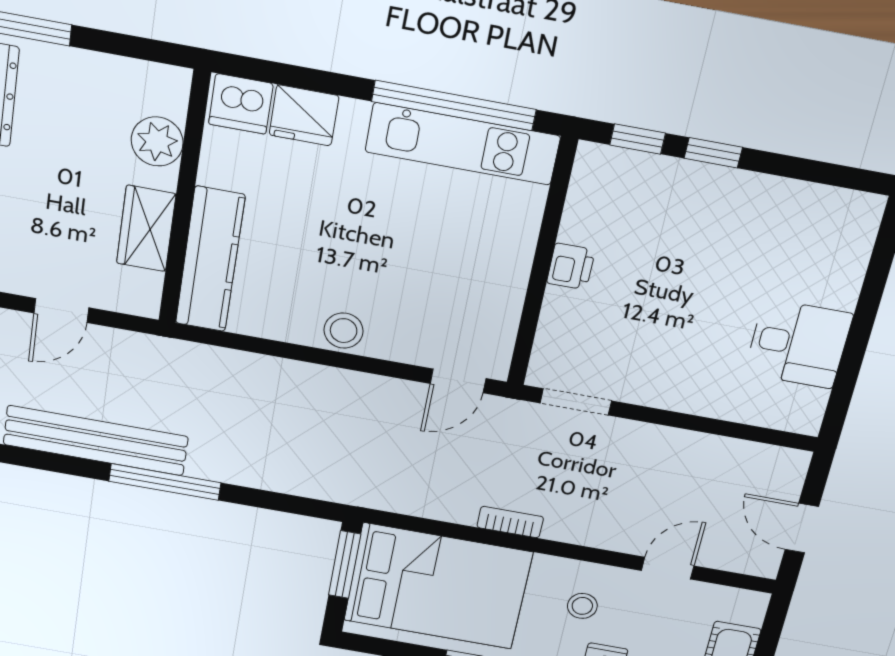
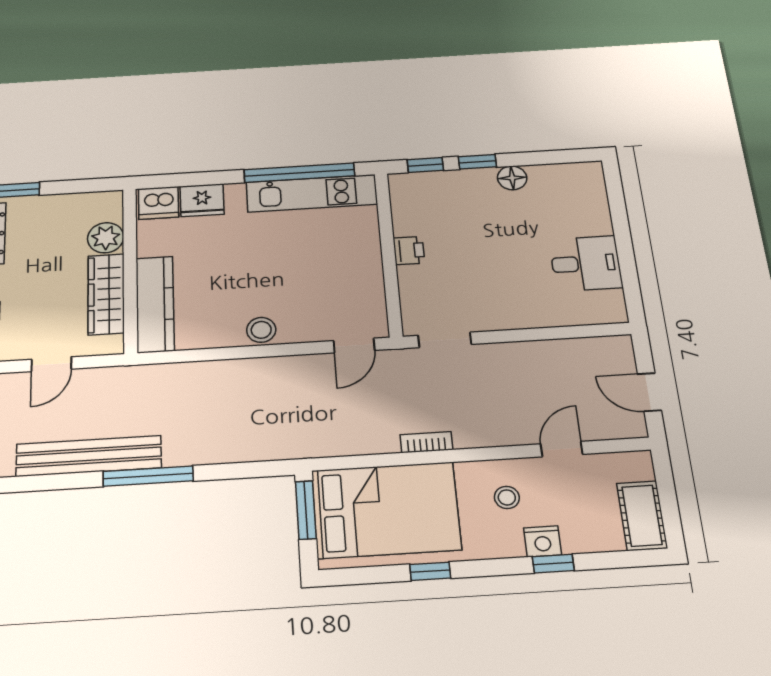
floor lamp: (752, 191) -> (512, 178), added
wardrobe: (146, 229) -> (106, 294), width x1.50

